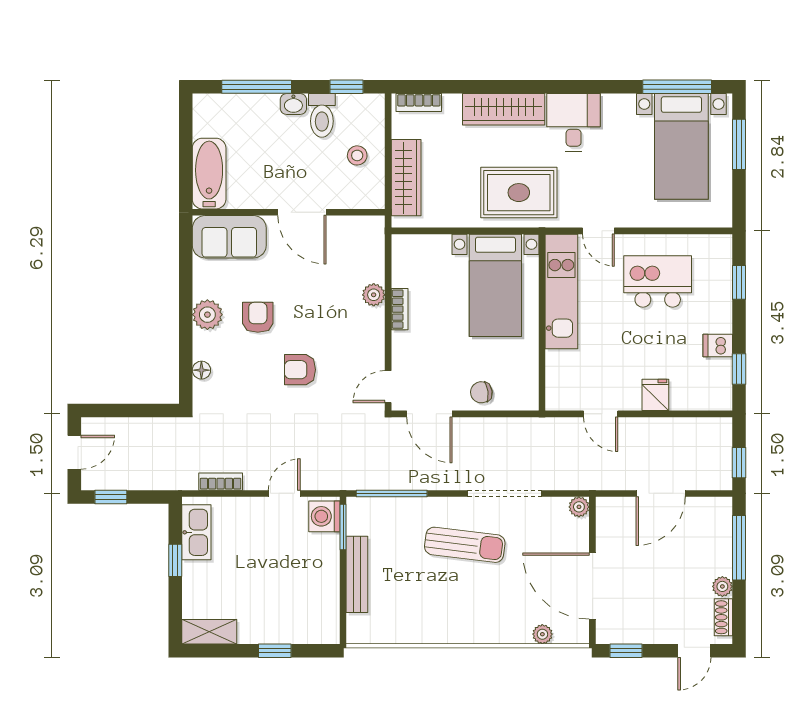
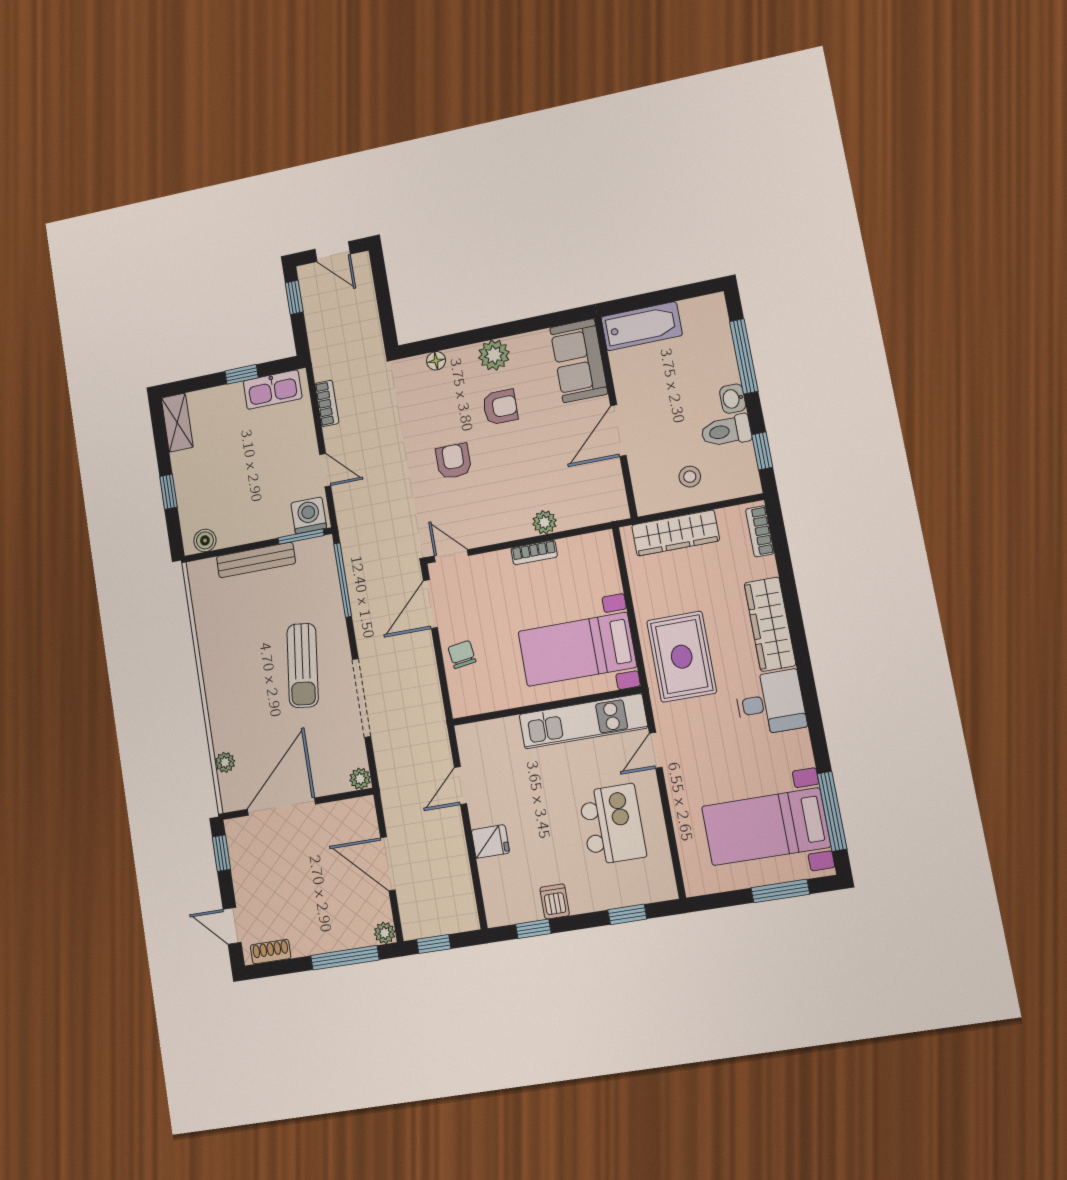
plant: (722, 586) -> (385, 933), moved
boiler: (329, 622) -> (205, 540), added

